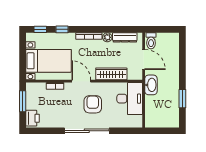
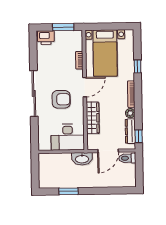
window: (40, 29) -> (139, 136), moved

